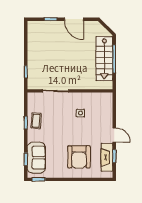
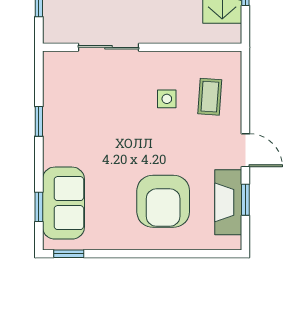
coffee table: (36, 121) -> (210, 97), moved

